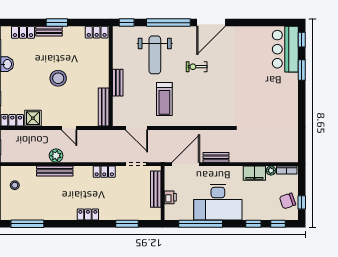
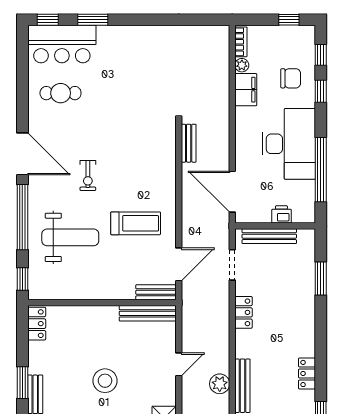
cafe table: (252, 48) -> (61, 93), added
bench: (118, 83) -> (156, 292), moved
bench: (216, 157) -> (189, 143), moved
chair: (288, 201) -> (291, 78), moved, turned -71
locker: (88, 214) -> (307, 373), moved

